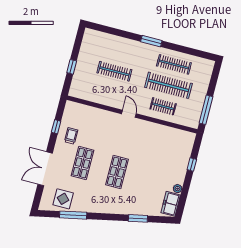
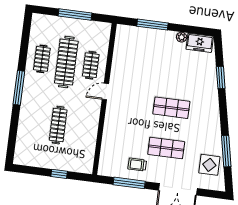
window: (151, 41) -> (19, 88), width x1.44
clothes rail: (174, 64) -> (42, 59), width x0.73
window: (206, 110) -> (75, 14), moved
door: (129, 114) -> (105, 91), moved
window: (56, 127) -> (129, 183), width x2.17
window: (192, 165) -> (152, 25), width x2.17

